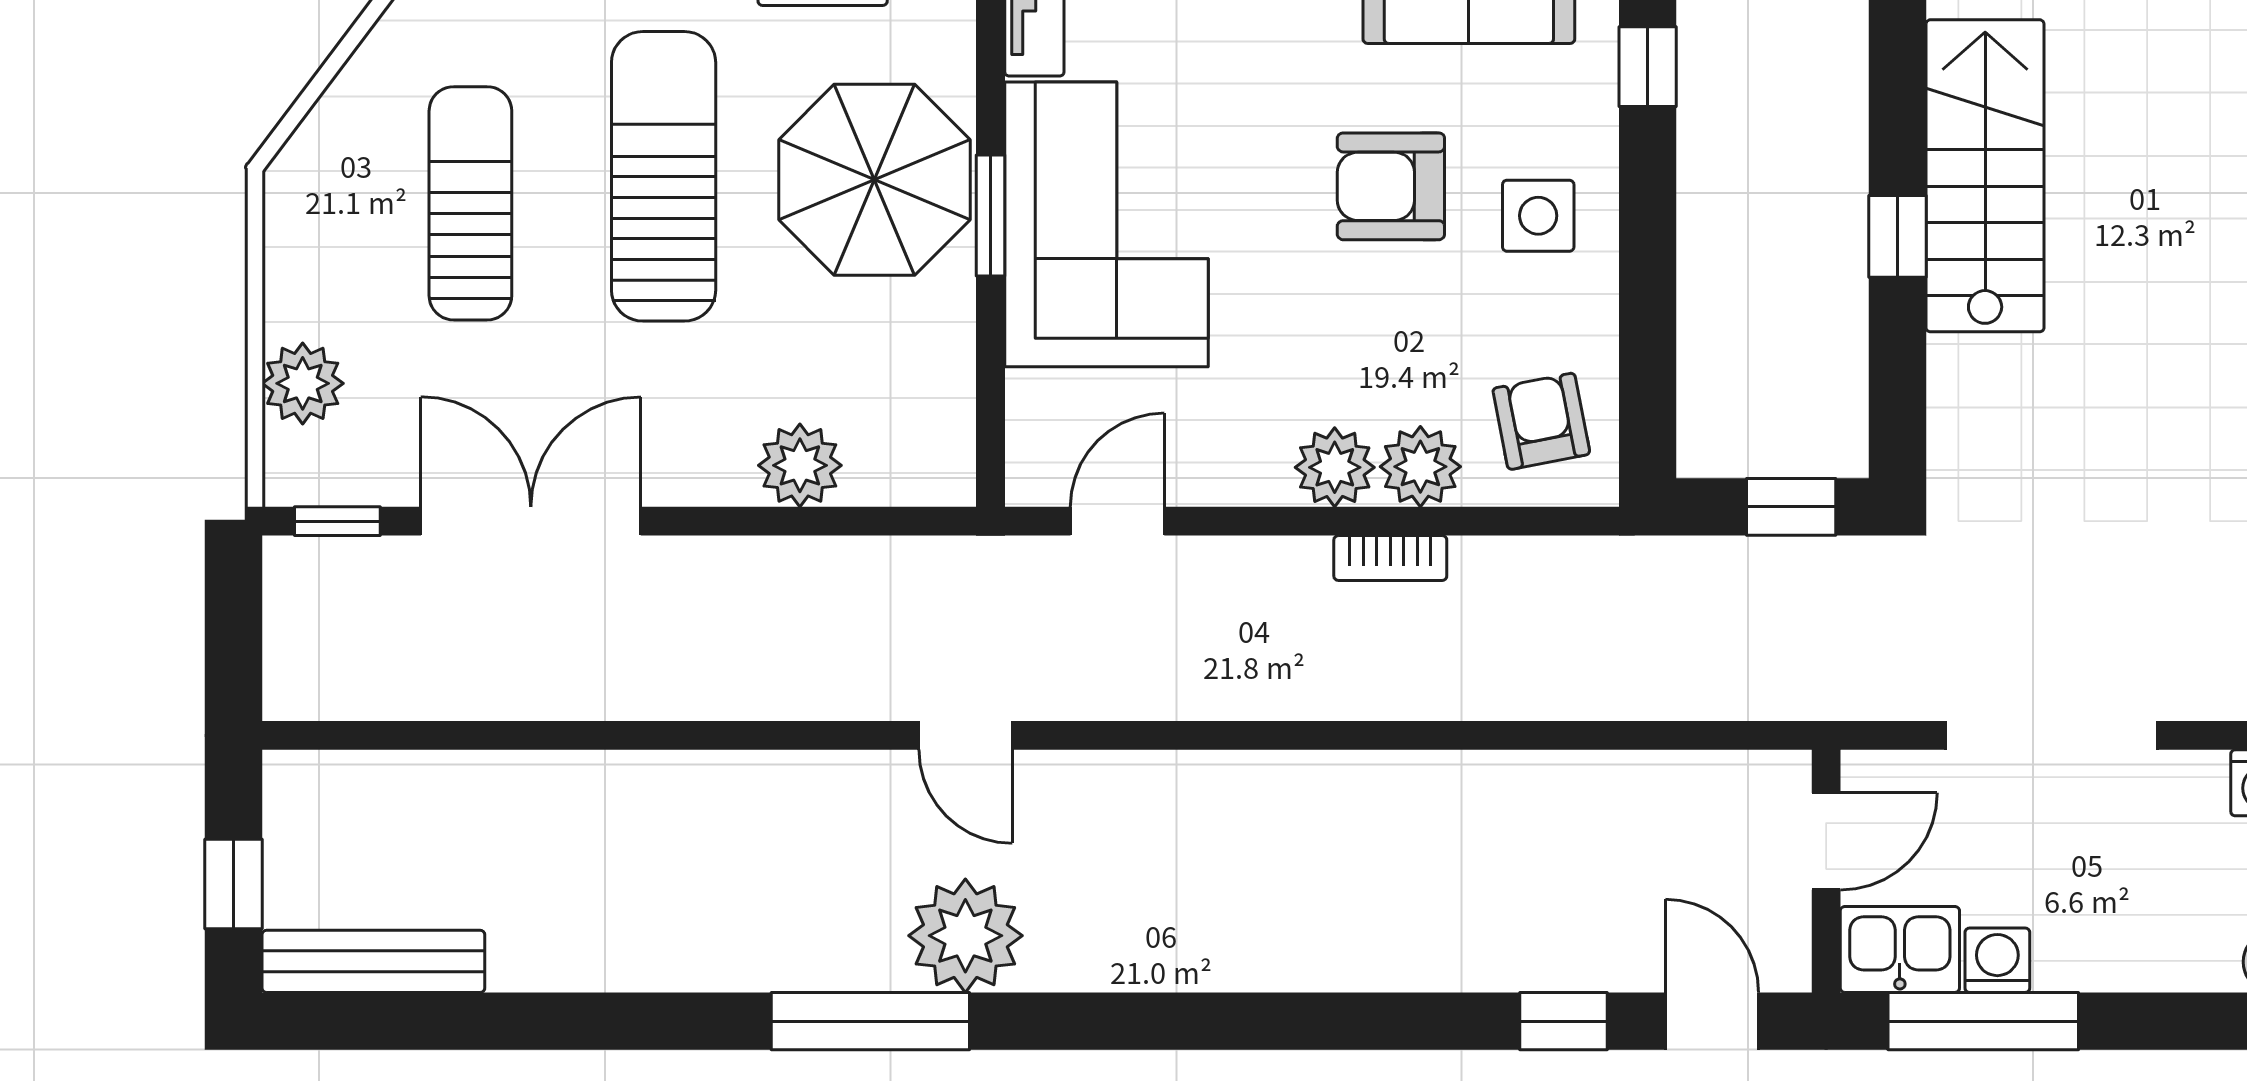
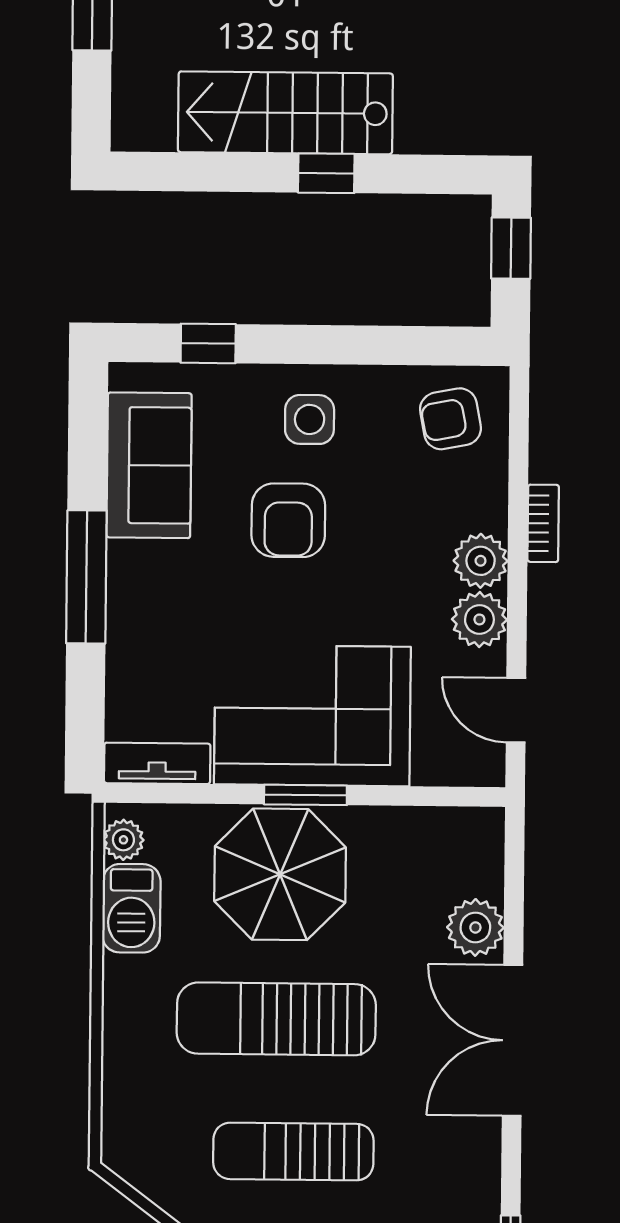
plant: (1420, 467) -> (479, 619), moved
double door: (531, 521) -> (512, 1040), moved

